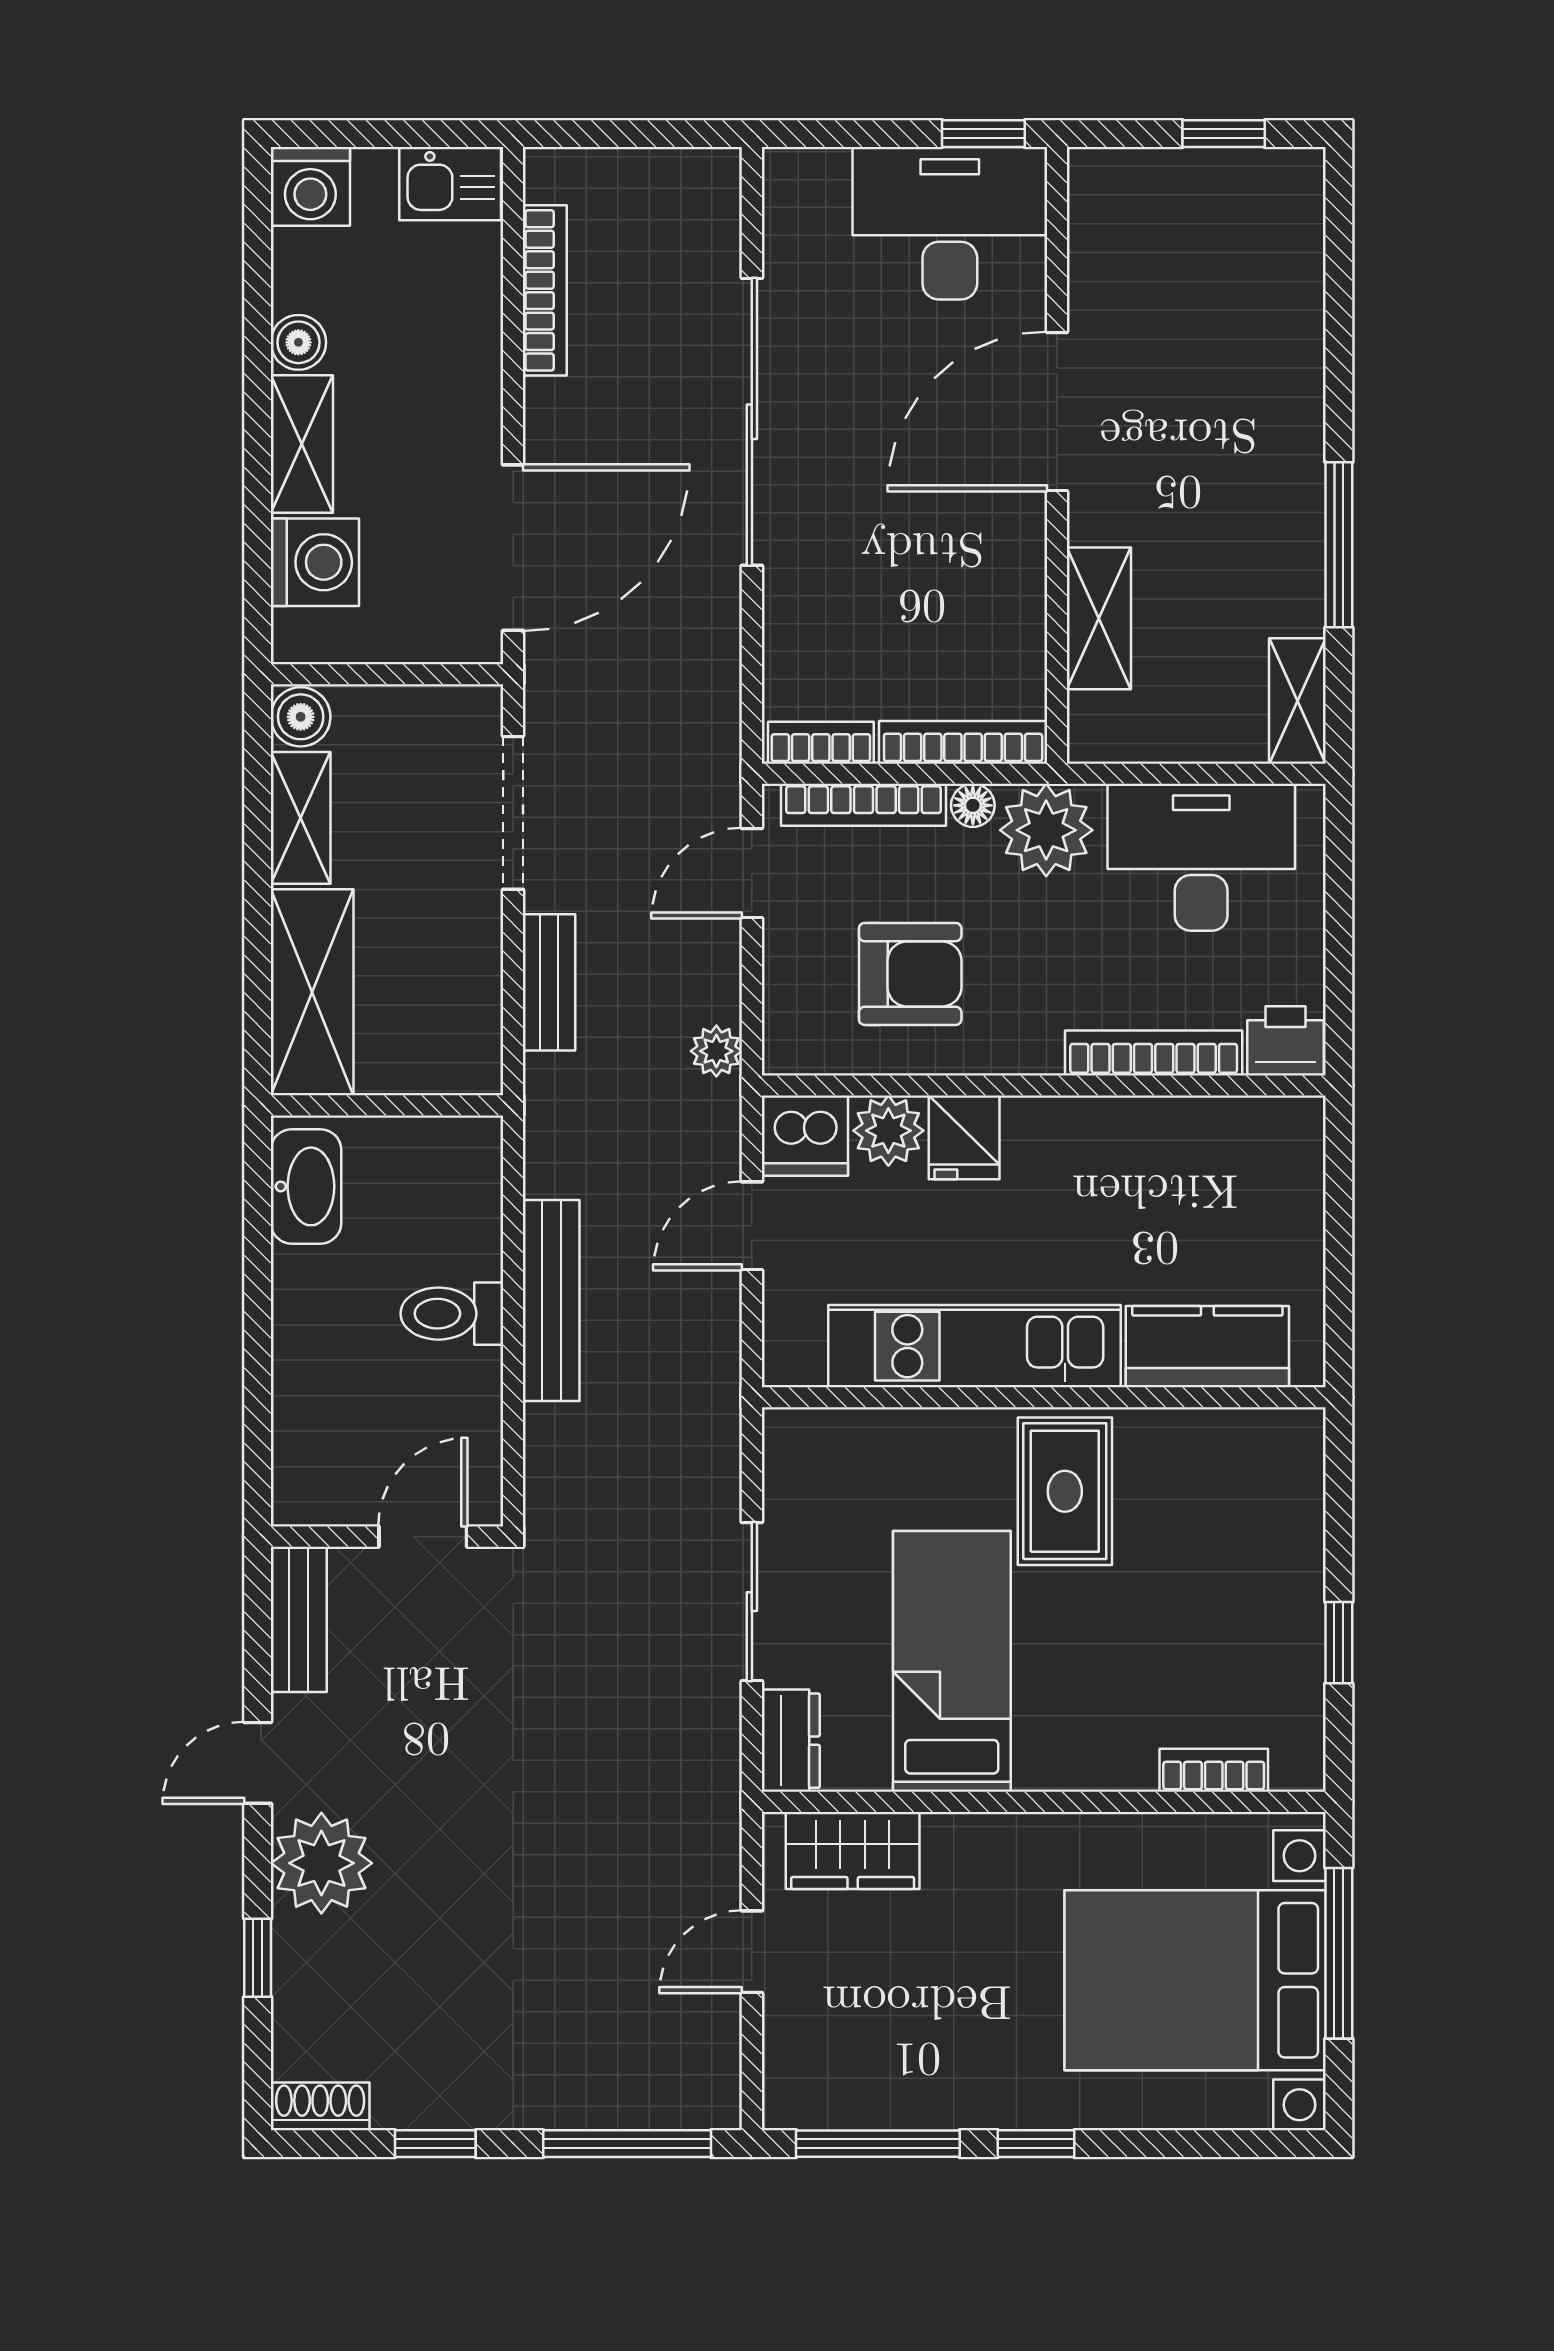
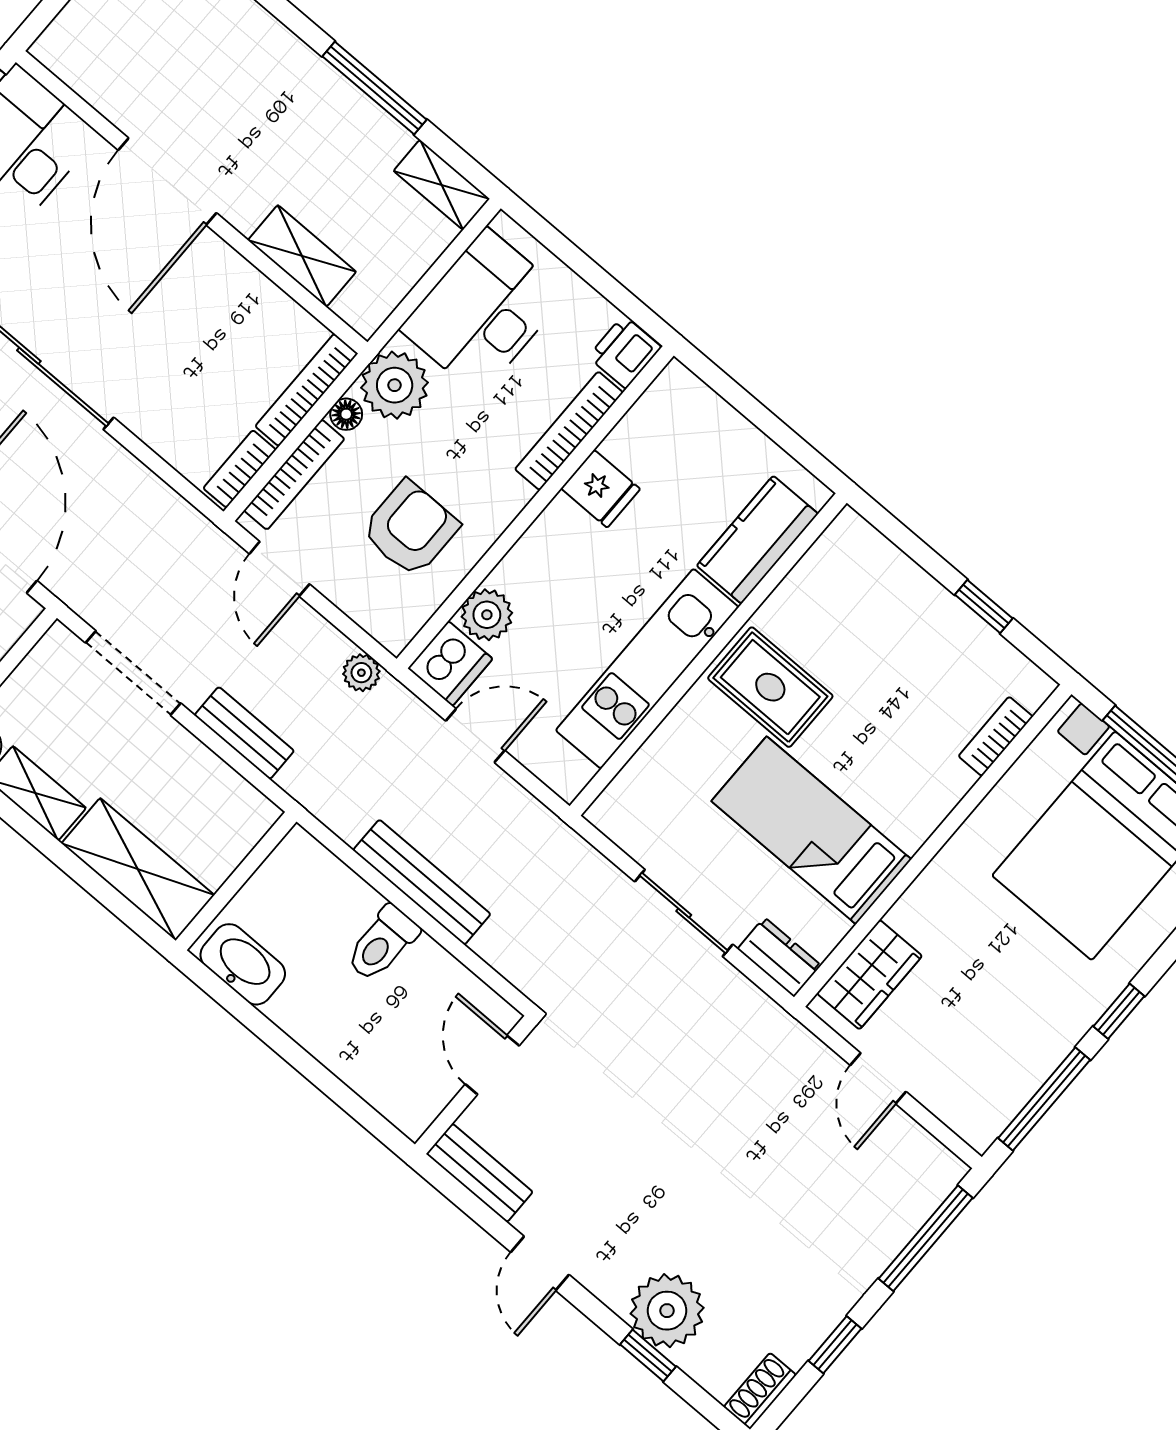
fridge: (964, 1137) -> (601, 489), moved
door: (752, 1226) -> (475, 736), swing flipped
plant: (321, 1863) -> (667, 1311), moved

